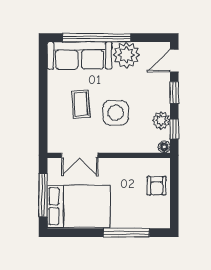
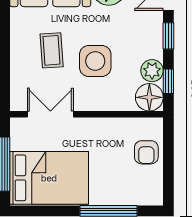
floor lamp: (164, 147) -> (149, 97), width x1.89, depth x1.89
double door: (80, 155) -> (50, 114), swing flipped

